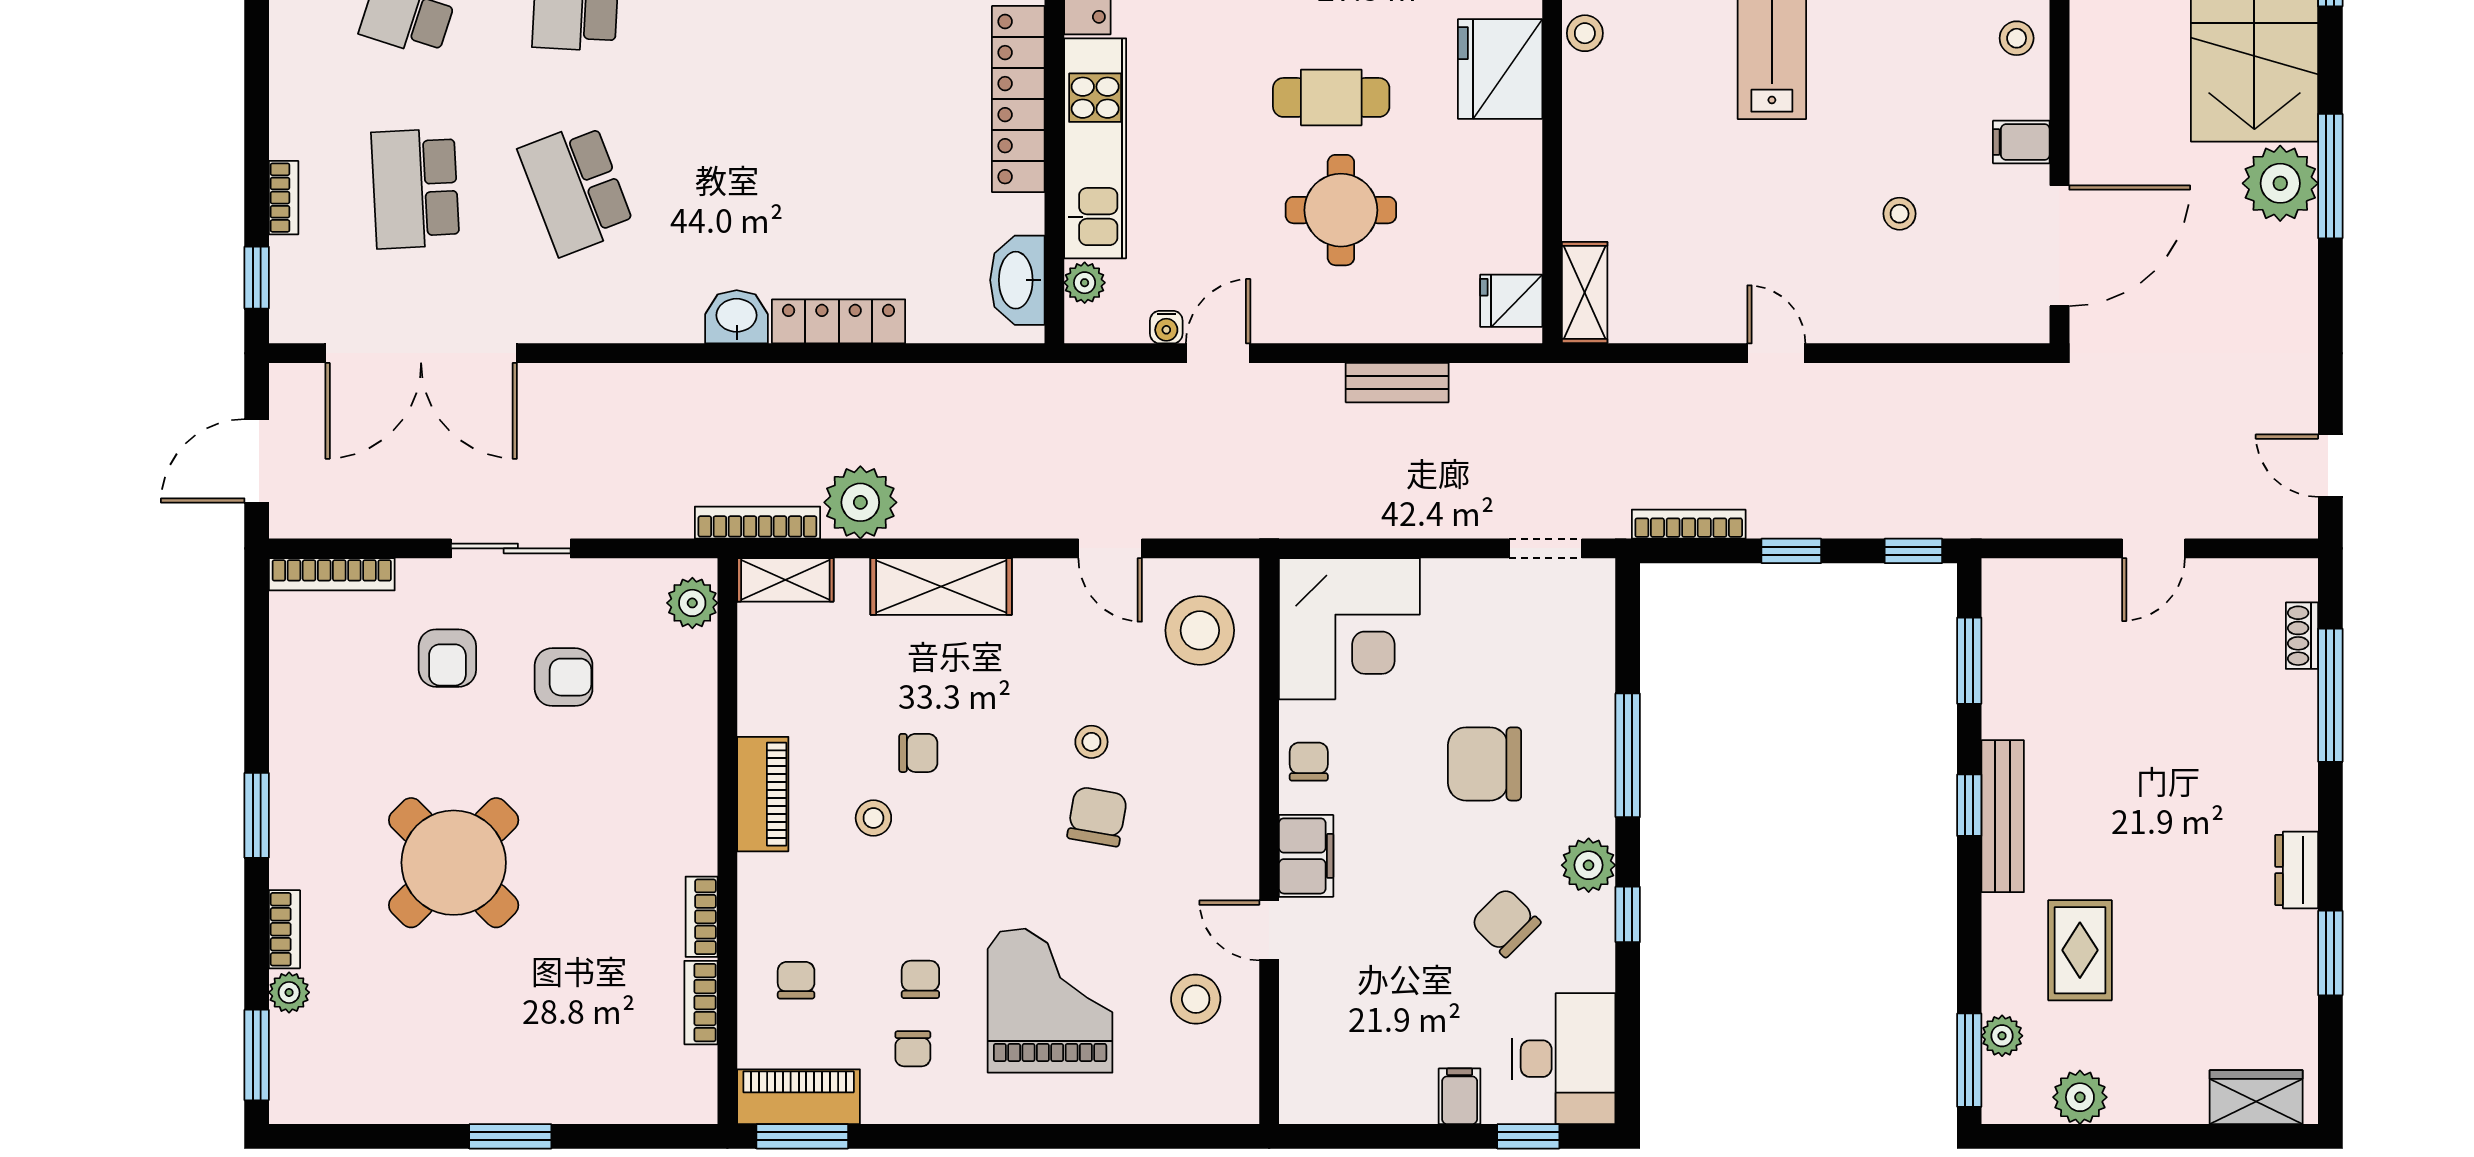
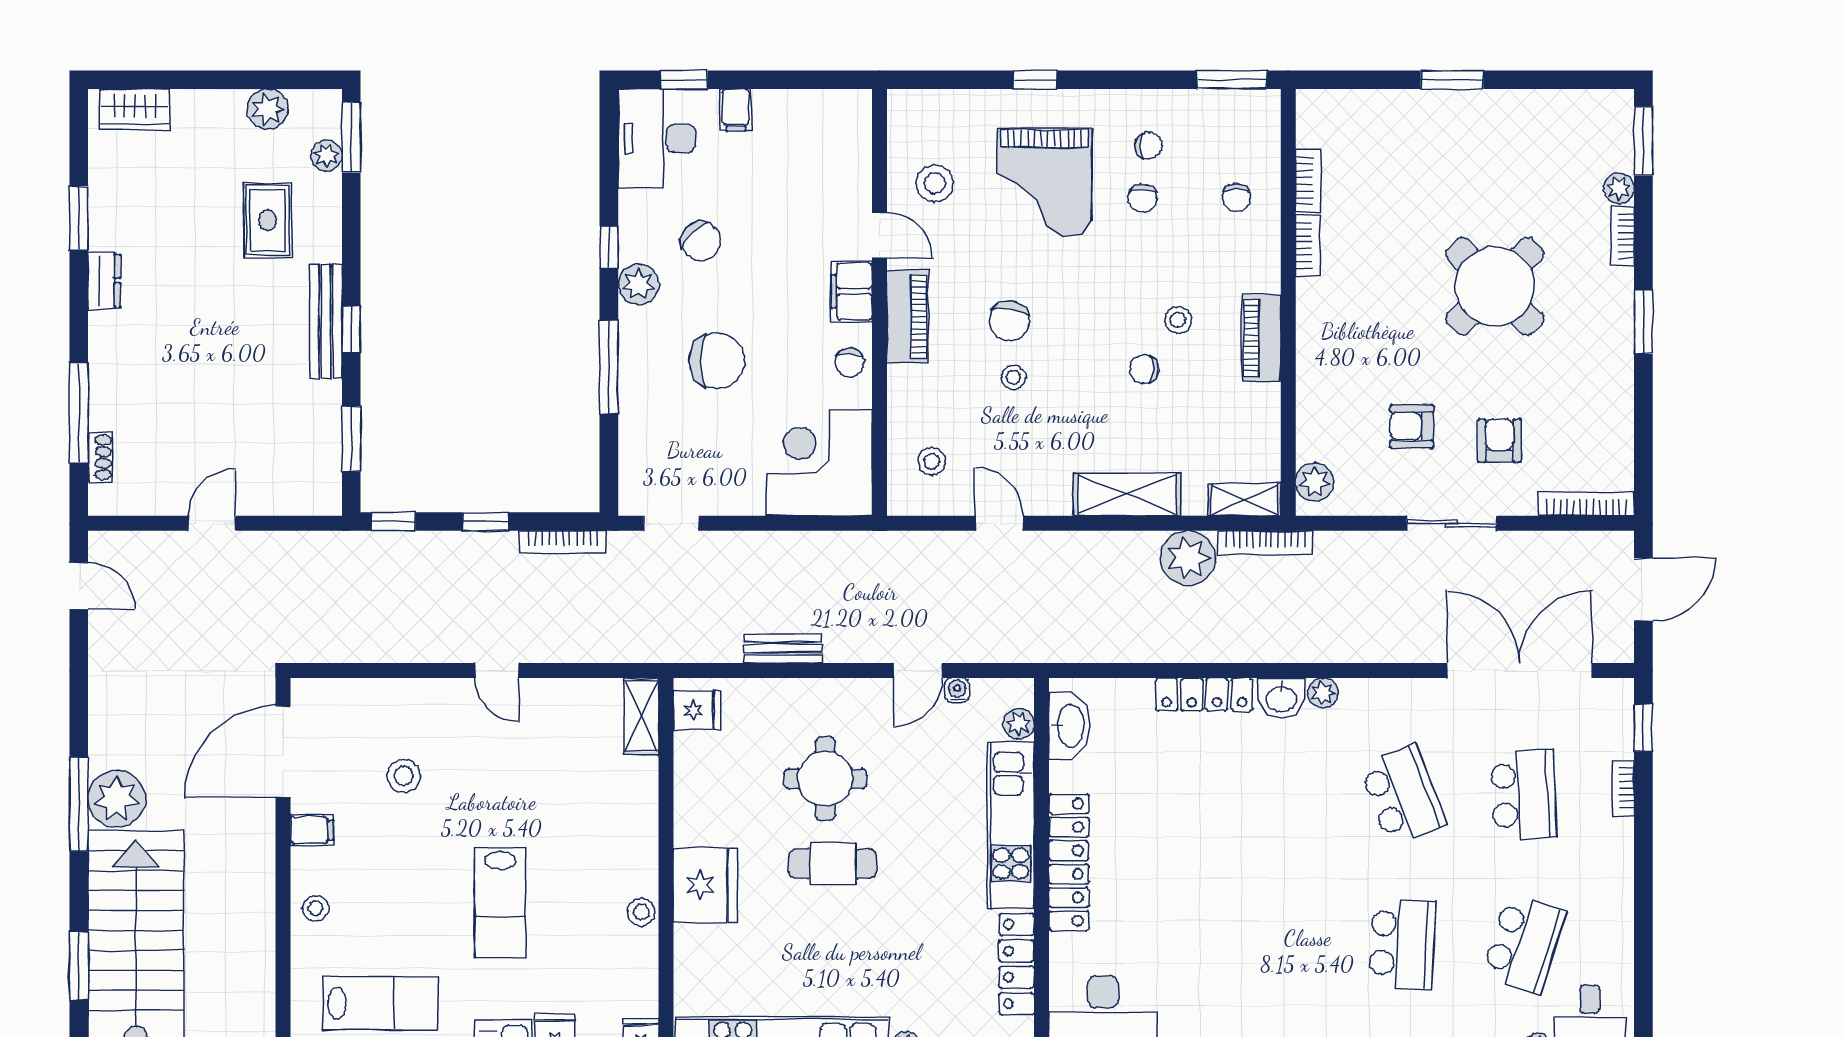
stool: (1900, 214) -> (404, 776), width x1.37, depth x1.37
plant: (681, 323) -> (1323, 693), added
stool: (1200, 630) -> (932, 461), width x0.53, depth x0.53
chair: (913, 1049) -> (1148, 146), turned 90
piano: (799, 1097) -> (908, 317), moved, turned -90
window: (1063, 1136) -> (1035, 80), added

